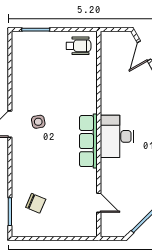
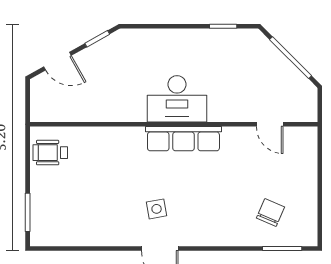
wheelchair: (79, 46) -> (50, 153), turned -90
door: (99, 203) -> (270, 124), swing flipped

